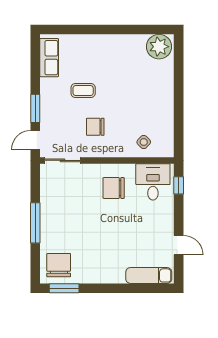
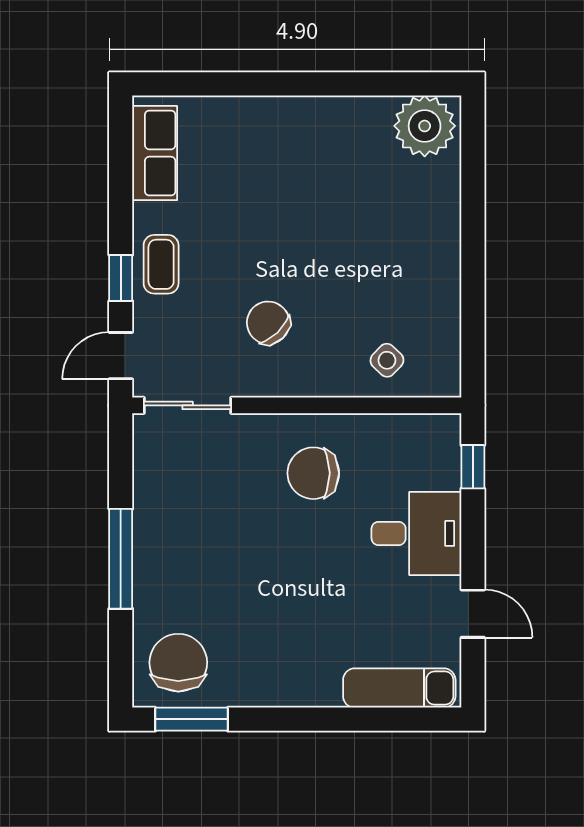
coffee table: (83, 91) -> (161, 264), moved, turned 90
window: (35, 108) -> (121, 278), width x0.67
chair: (95, 127) -> (268, 323), turned 46
desk: (153, 182) -> (416, 533), moved, turned 90

